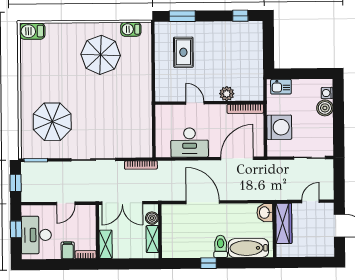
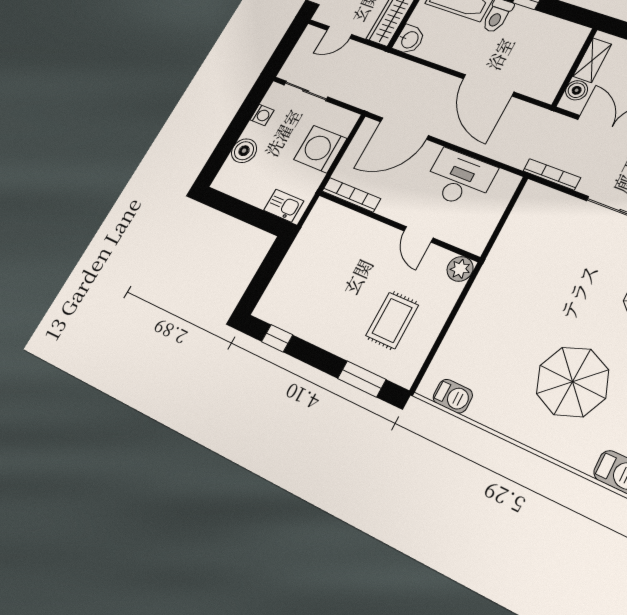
parasol: (101, 55) -> (572, 382), moved
washing machine: (327, 93) -> (262, 115), moved
plant: (227, 94) -> (460, 269), moved

